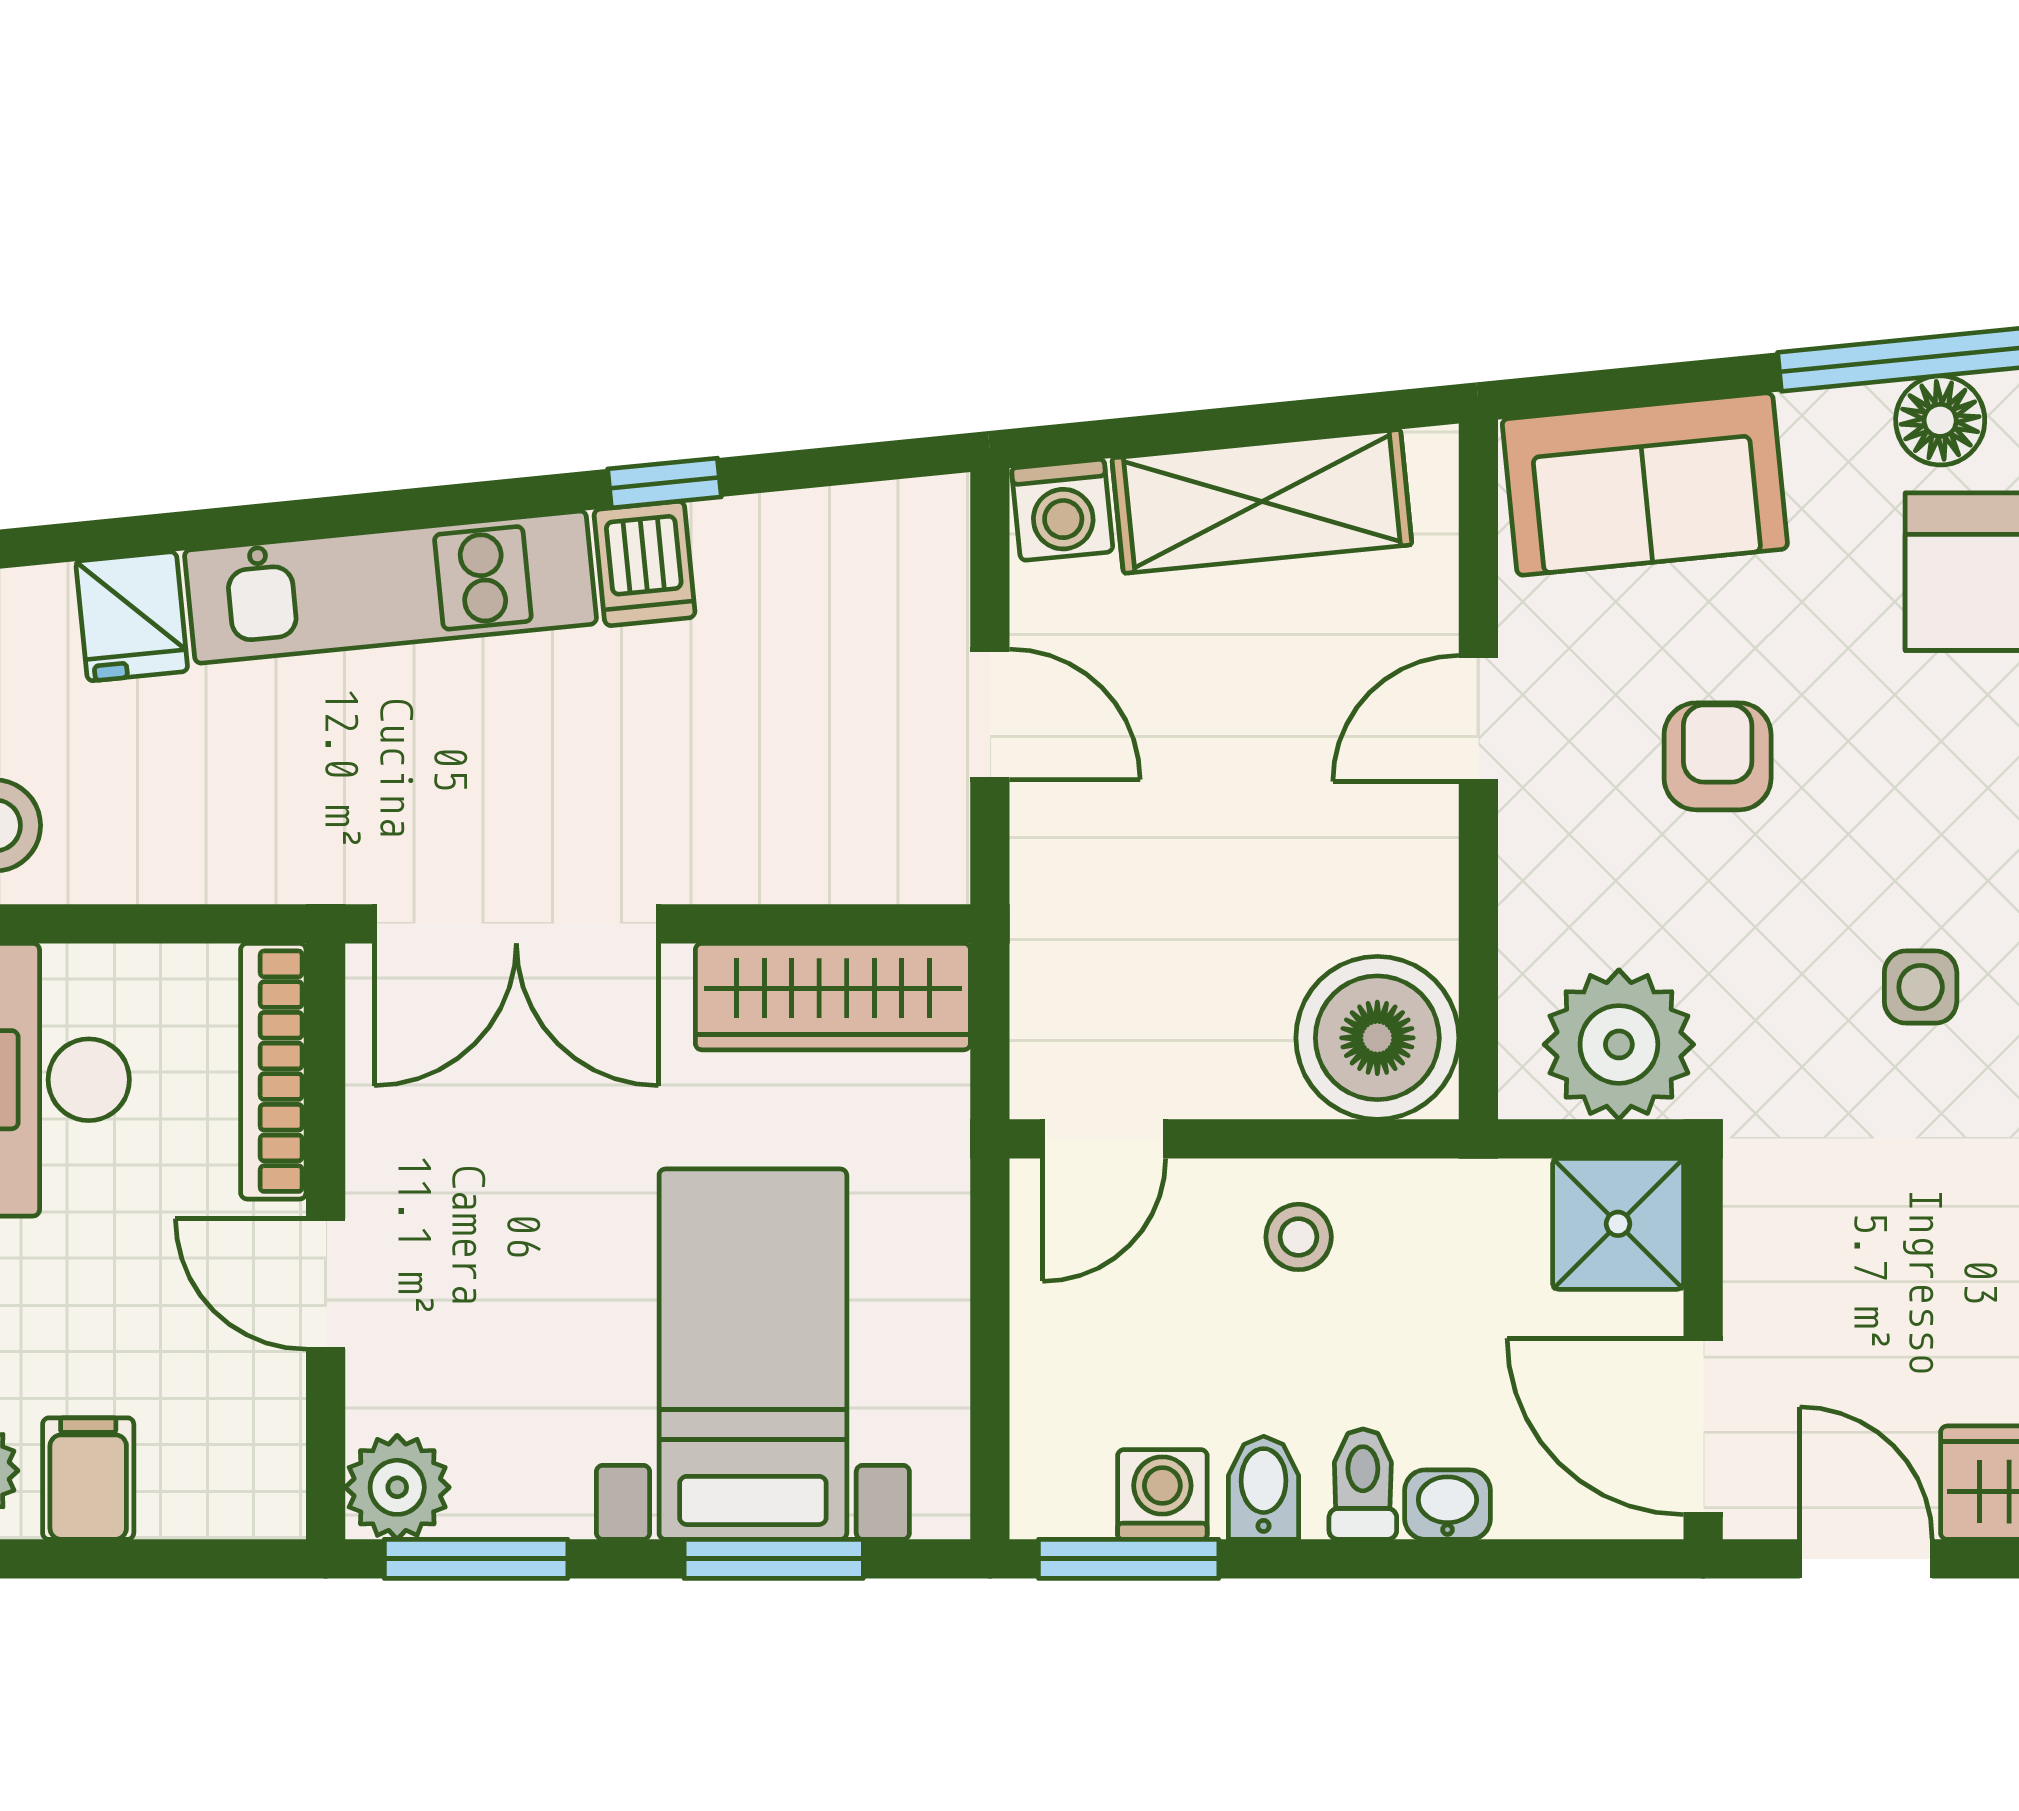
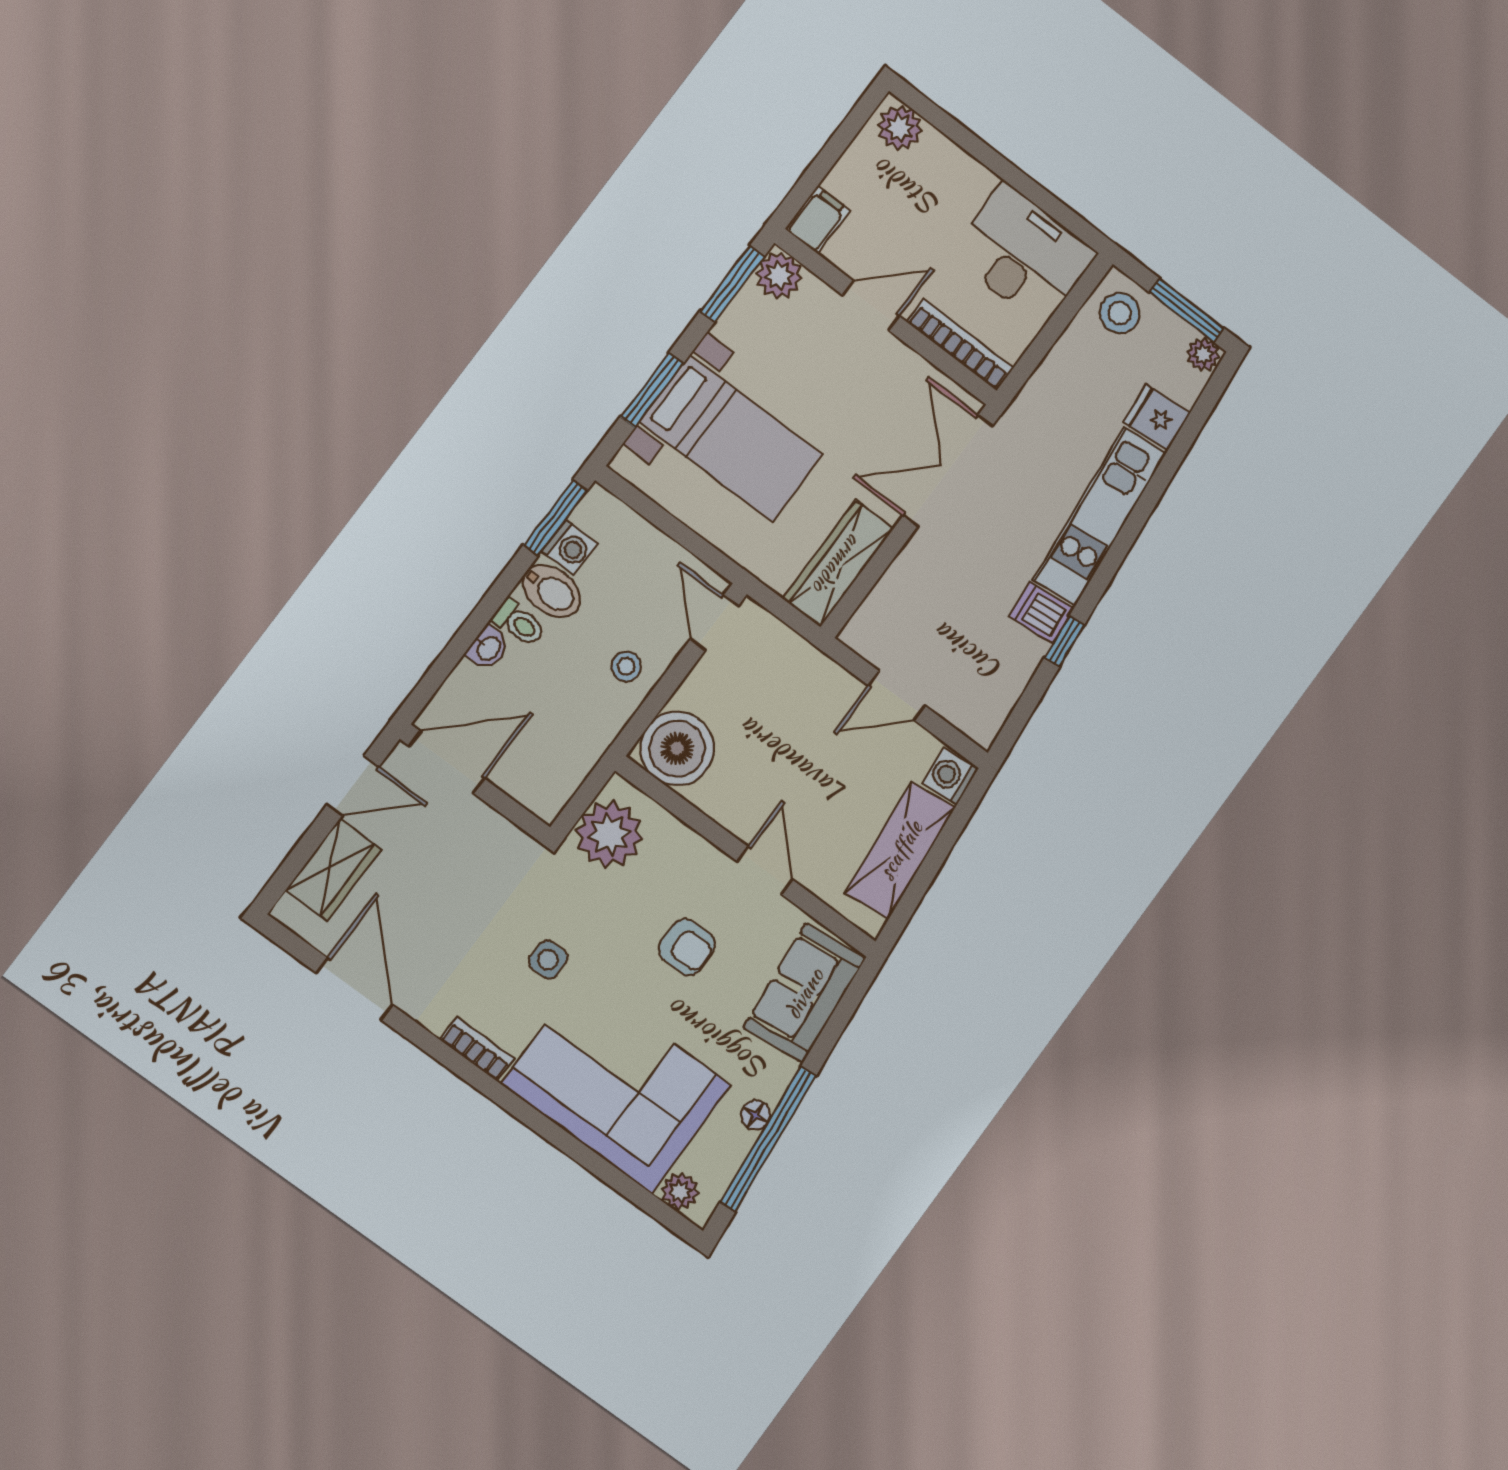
floor lamp: (1940, 420) -> (755, 1115), width x0.73, depth x0.73
shower: (1618, 1224) -> (544, 786), removed
filing cabinet: (88, 1479) -> (817, 220), moved, turned -90
bidet: (1264, 1488) -> (551, 591), width x1.38, depth x1.36

